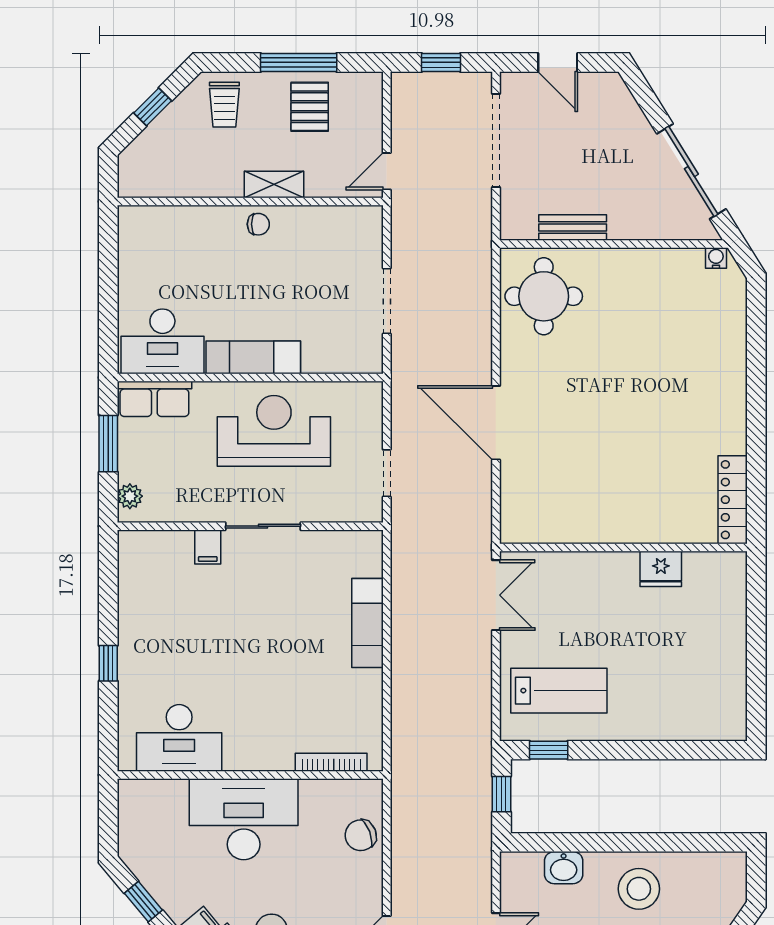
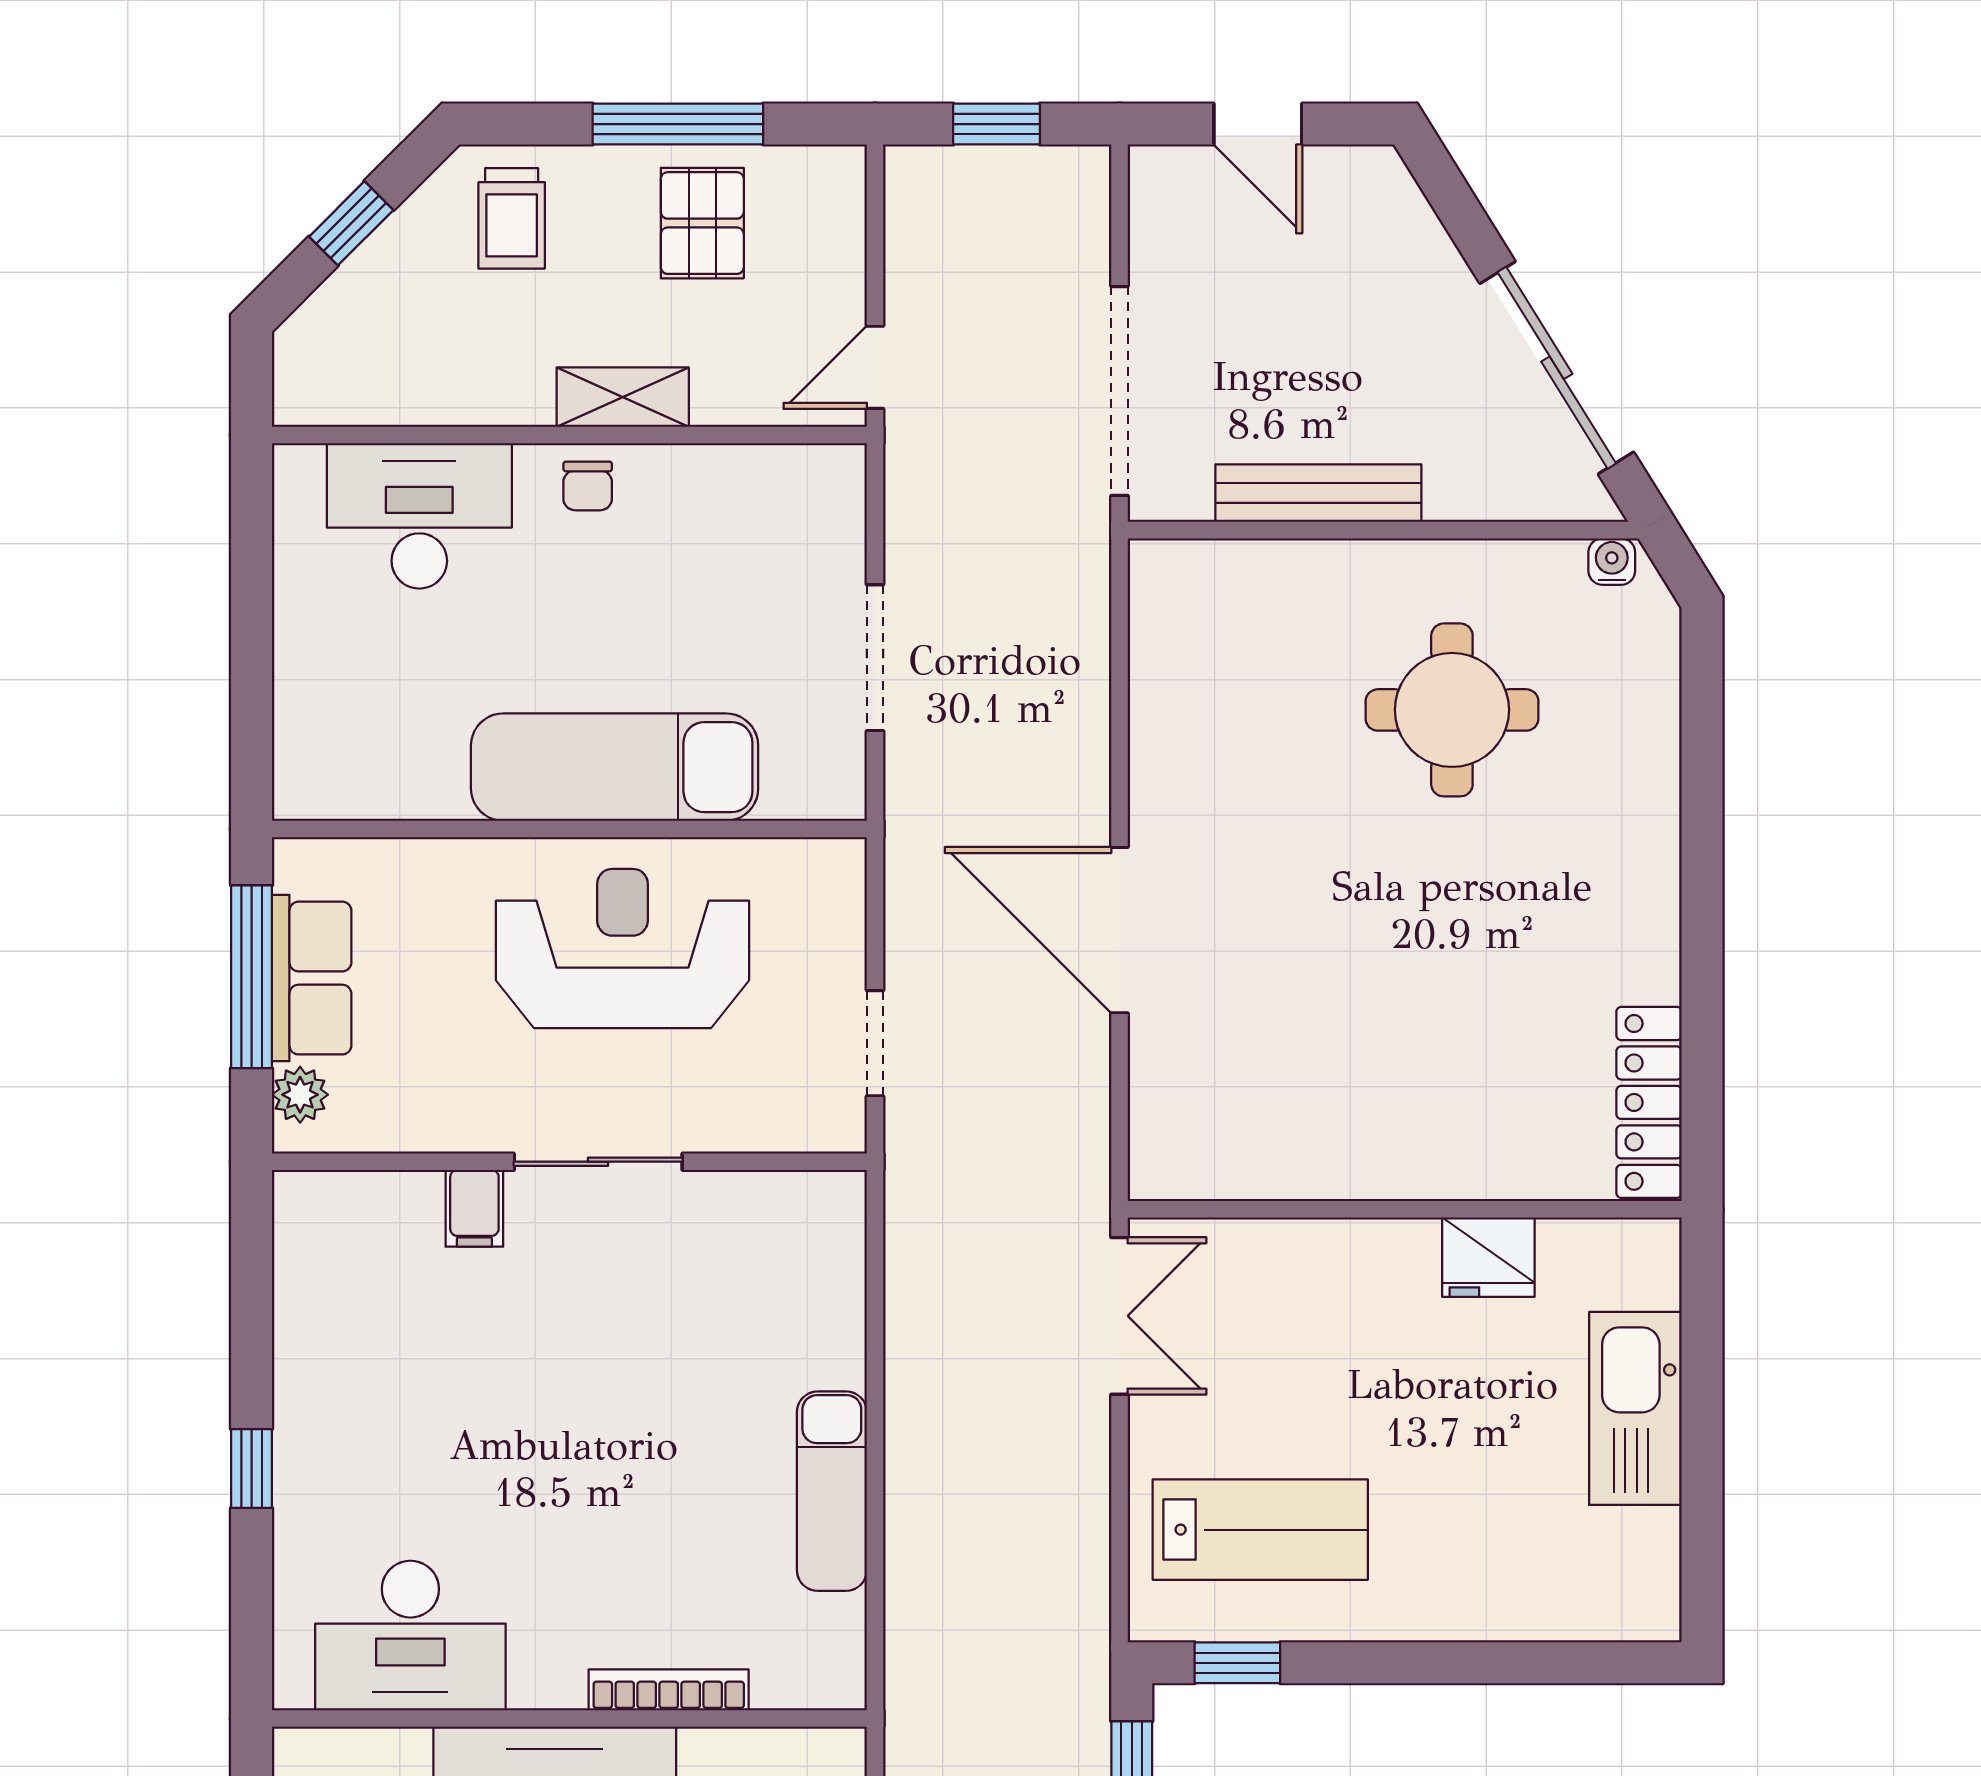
doorway: (496, 140) -> (1119, 391), moved
chair: (258, 224) -> (588, 486), turned 90
bench: (573, 227) -> (1318, 493), width x1.36
round table: (544, 296) -> (1452, 710), moved
desk: (162, 341) -> (419, 516), moved, turned 180
exam couch: (253, 357) -> (615, 767), width x1.36, depth x1.45
row of seats: (154, 399) -> (312, 978), moved, turned -90
window: (108, 444) -> (252, 977), width x1.44
exam couch: (367, 623) -> (832, 1491), moved
kitchen sink: (727, 636) -> (1635, 1408), added
bookcase: (331, 762) -> (669, 1690), moved

